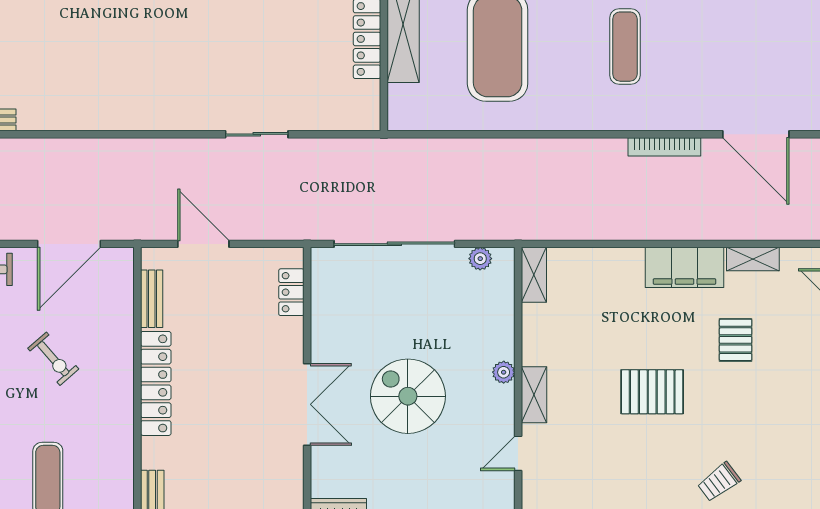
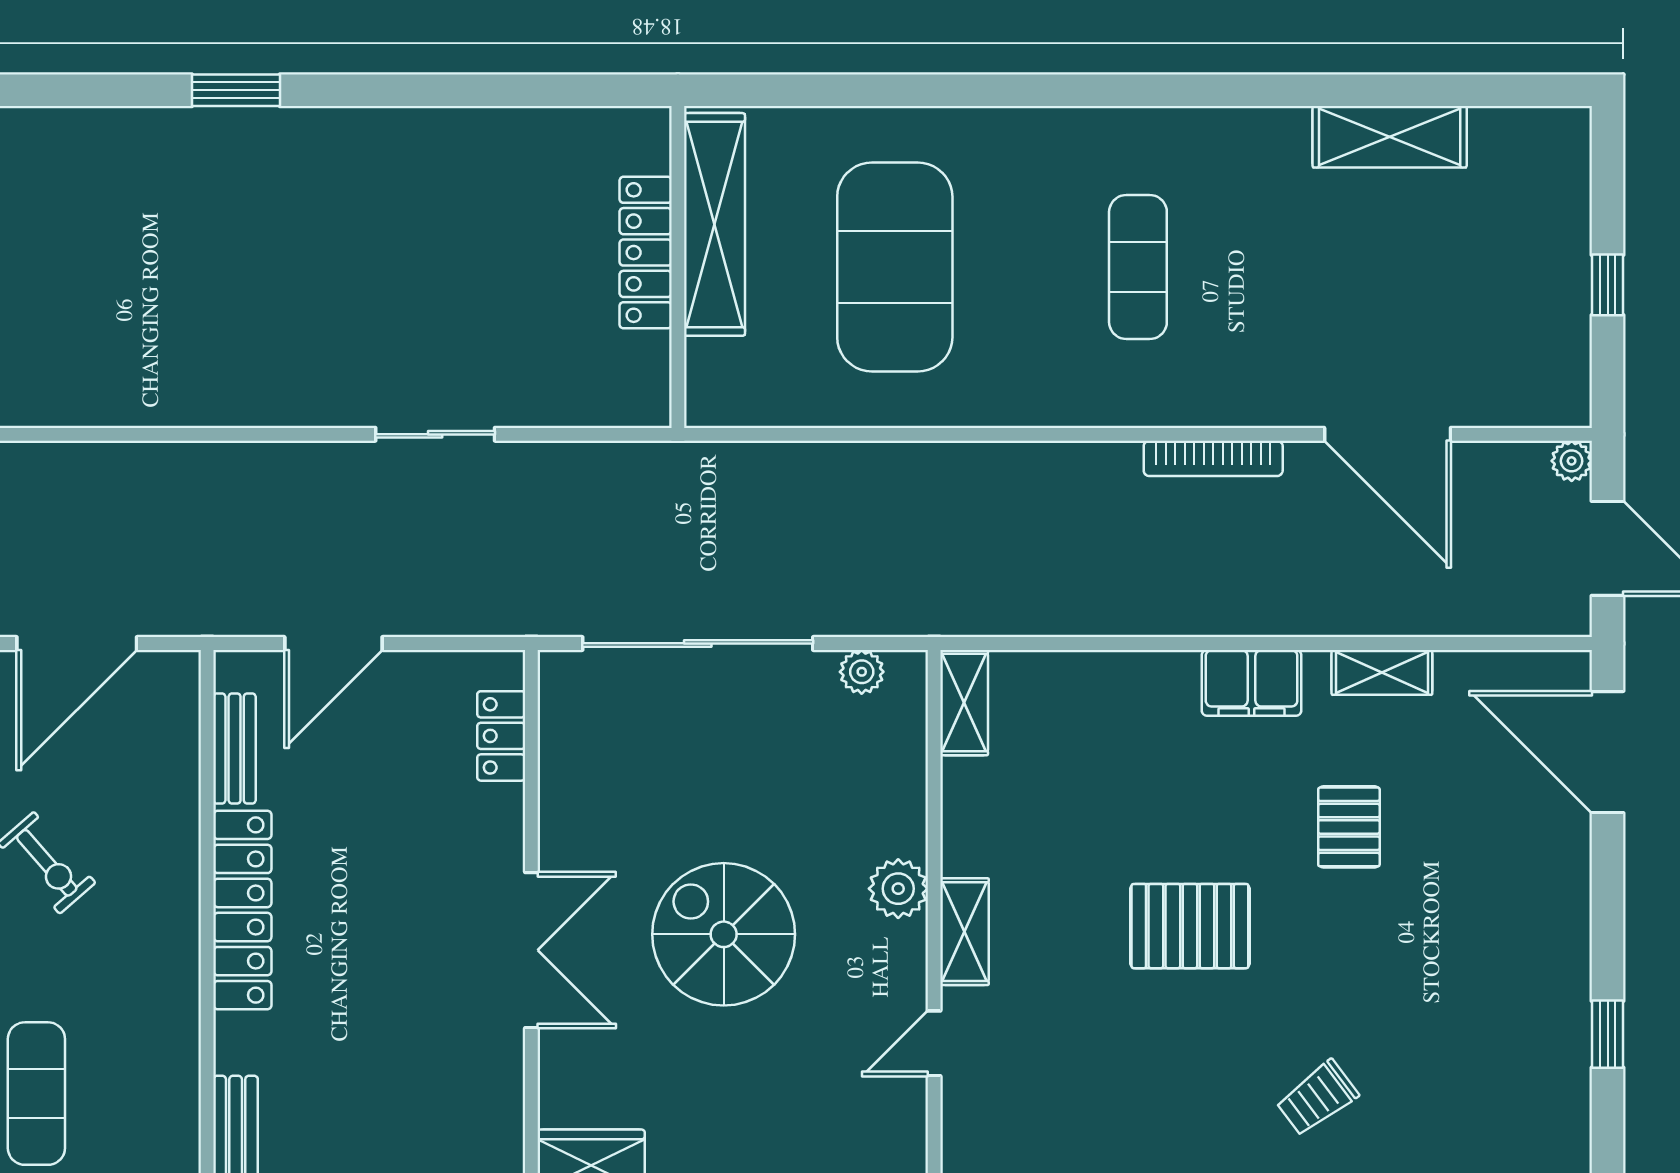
door: (203, 244) -> (333, 643), swing flipped
filing cabinet: (684, 267) -> (1252, 683), width x0.67, depth x0.86
plant: (504, 372) -> (898, 889), width x1.38, depth x1.38

